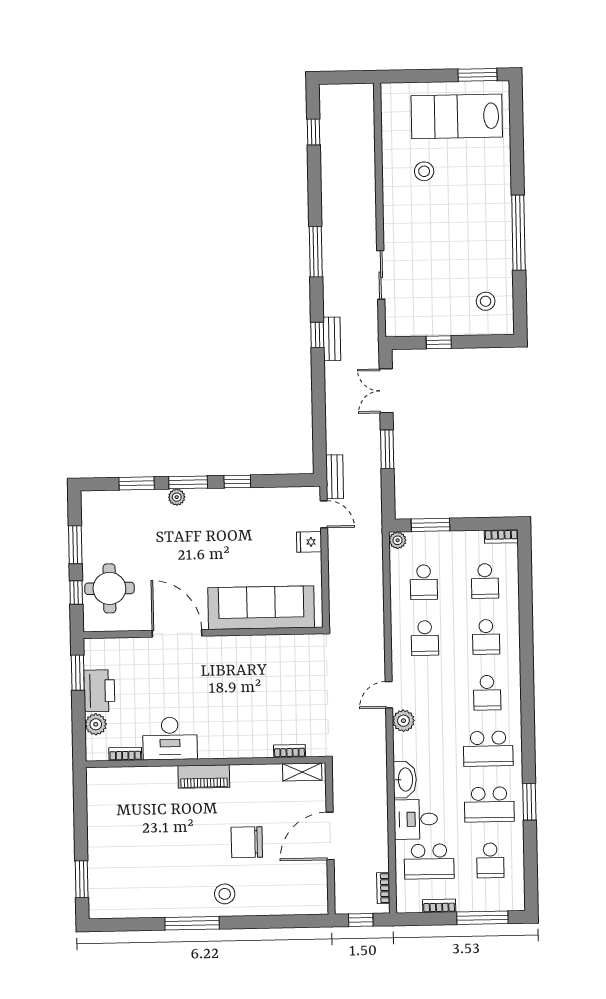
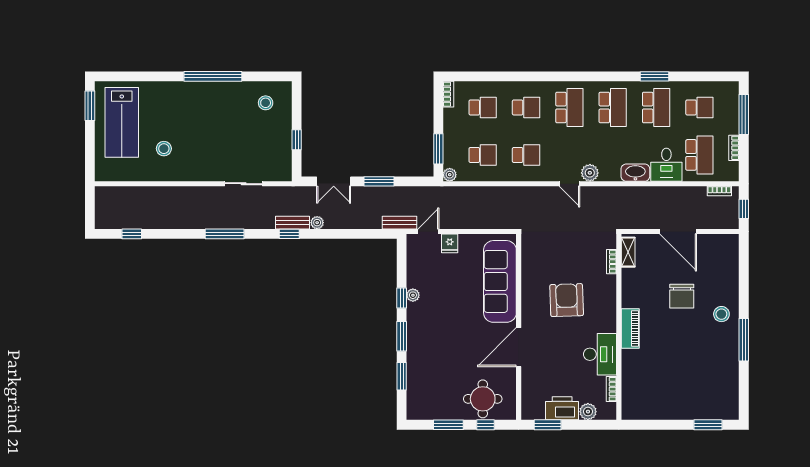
plant: (332, 371) -> (317, 223), added
plant: (177, 497) -> (413, 295), moved
school desk: (487, 693) -> (569, 107), width x1.85
armchair: (239, 694) -> (567, 300), added

